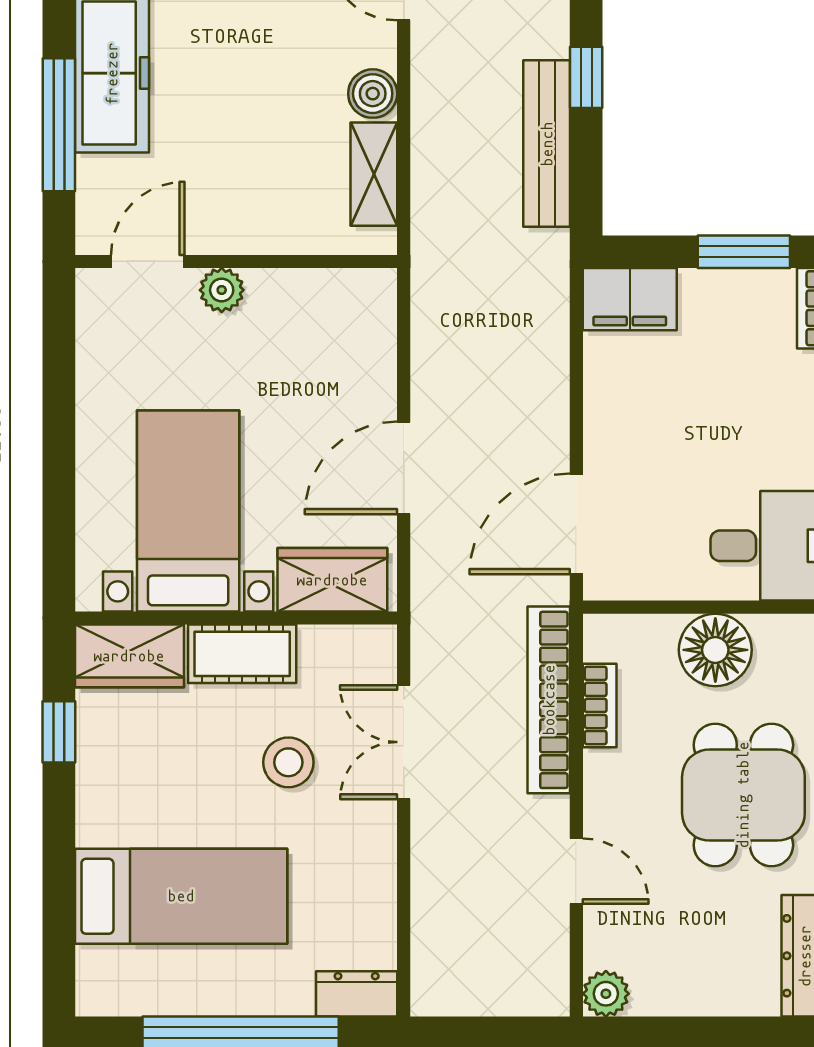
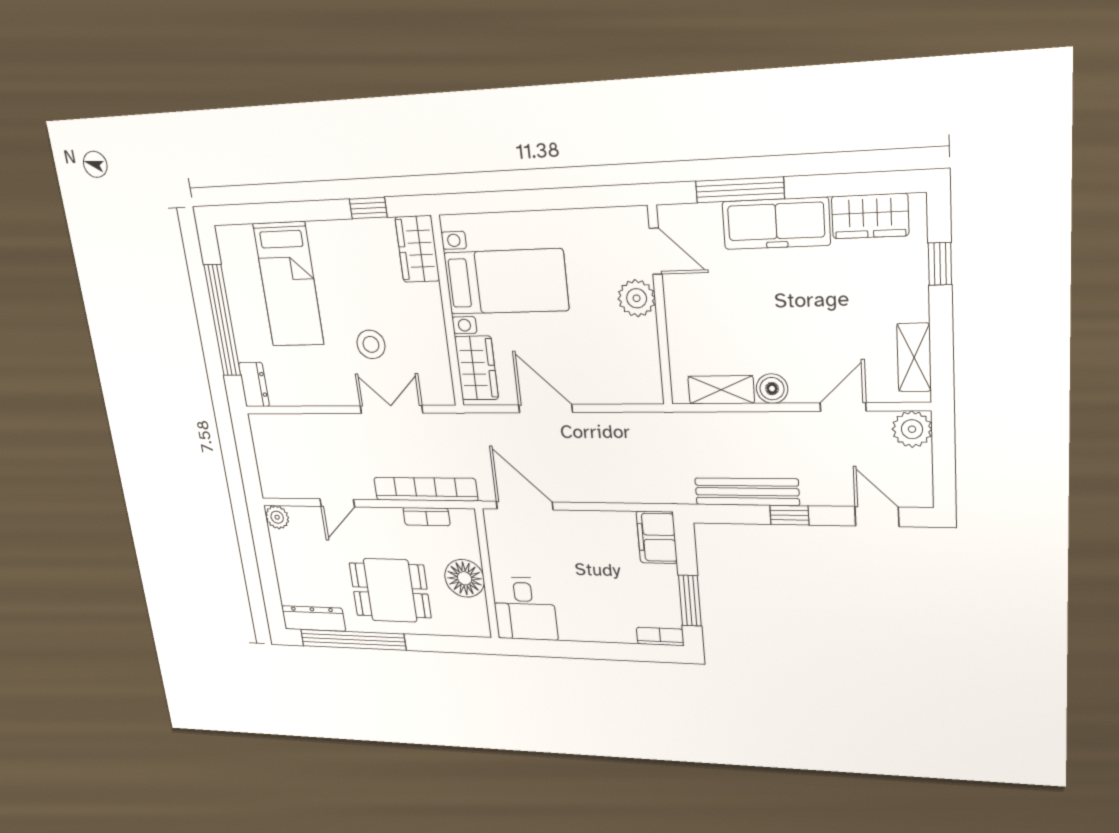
plant: (222, 290) -> (637, 298), width x1.38, depth x1.38
cot: (242, 654) -> (428, 316), removed

